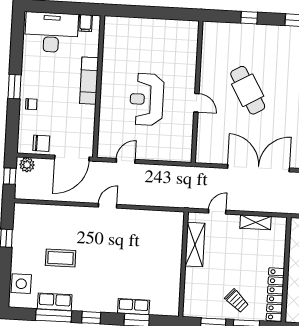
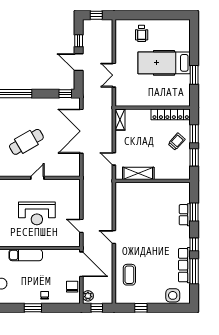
shelving: (256, 222) -> (120, 120), moved
coffee table: (61, 258) -> (129, 275), moved
row of seats: (55, 302) -> (184, 265), width x1.48

